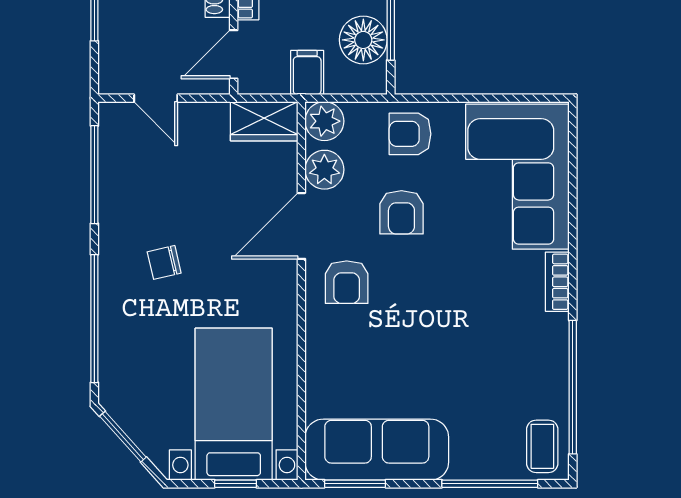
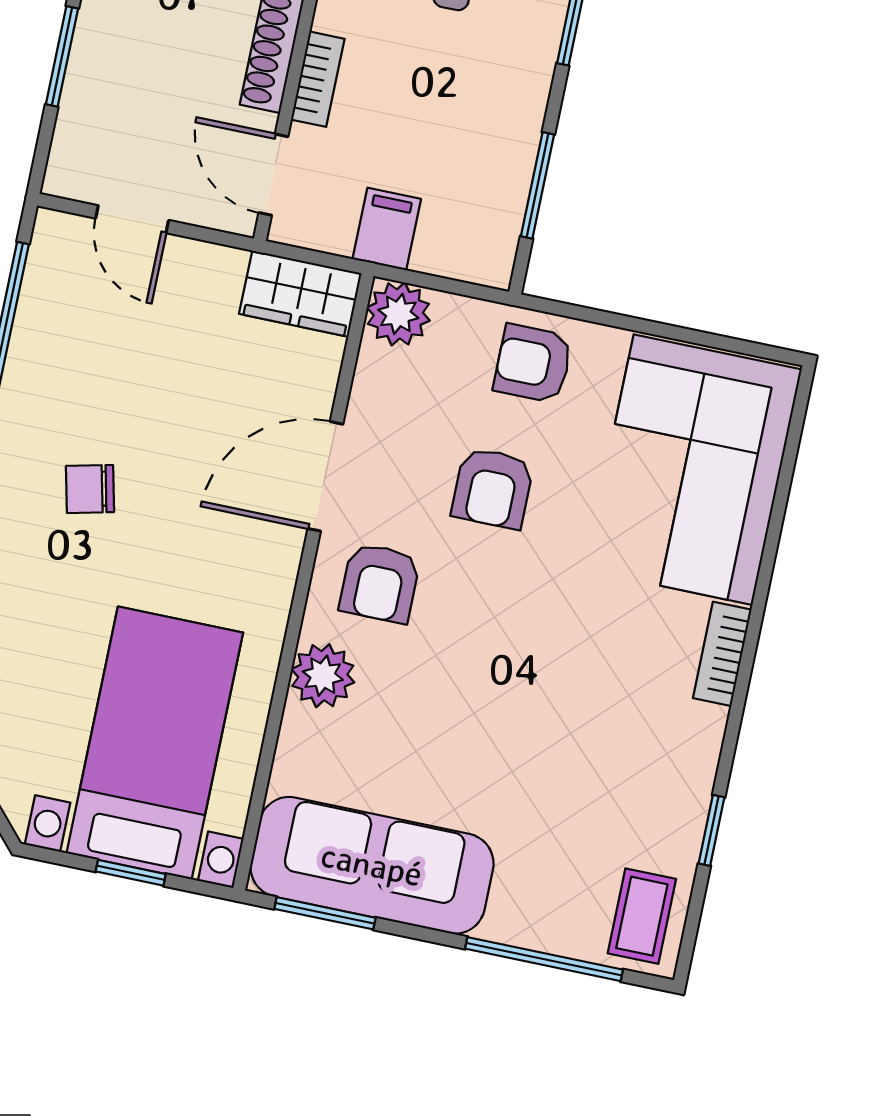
floor lamp: (363, 40) -> (489, 195), removed
door: (234, 54) -> (273, 175), hinge flipped
plant: (324, 170) -> (323, 676), moved
window: (573, 387) -> (711, 830), width x0.32

